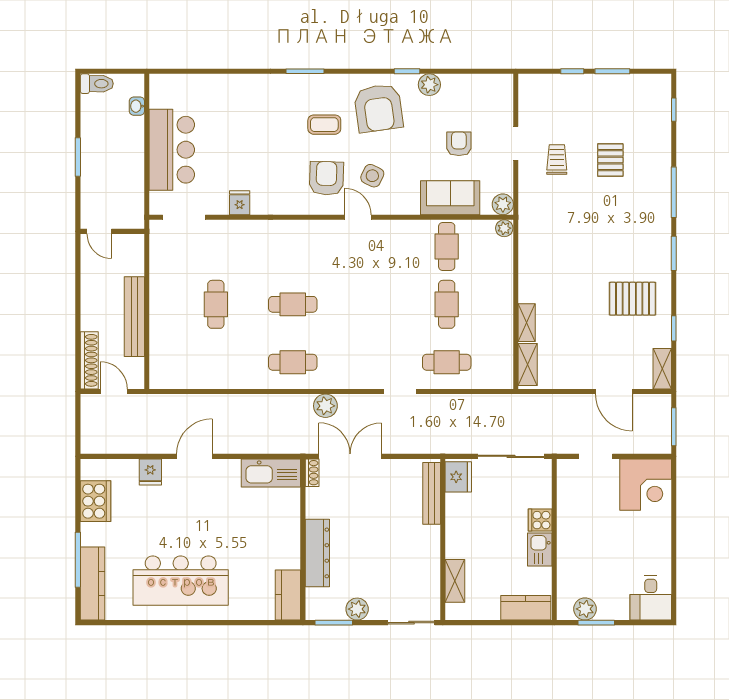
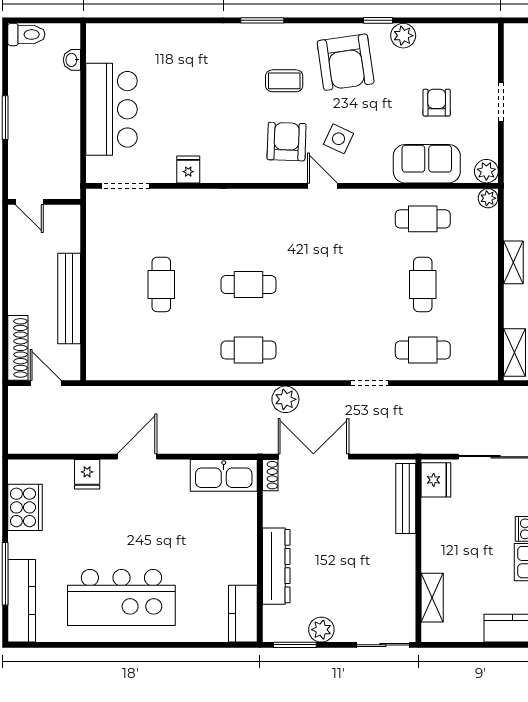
cafe table: (447, 246) -> (423, 219), turned 90
shelving: (527, 323) -> (513, 262), moved

